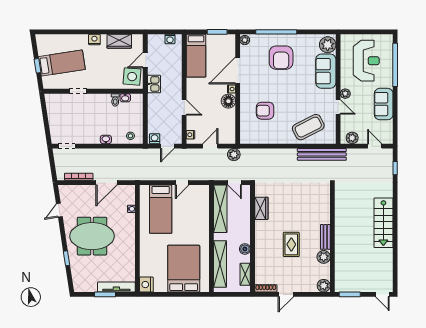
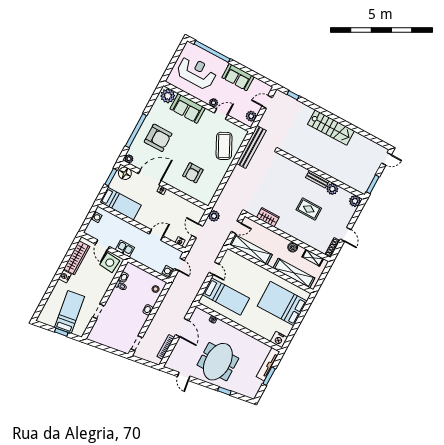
wardrobe: (119, 41) -> (77, 258), width x1.50
door: (238, 70) -> (150, 177), swing flipped
floor lamp: (228, 101) -> (125, 173), moved

